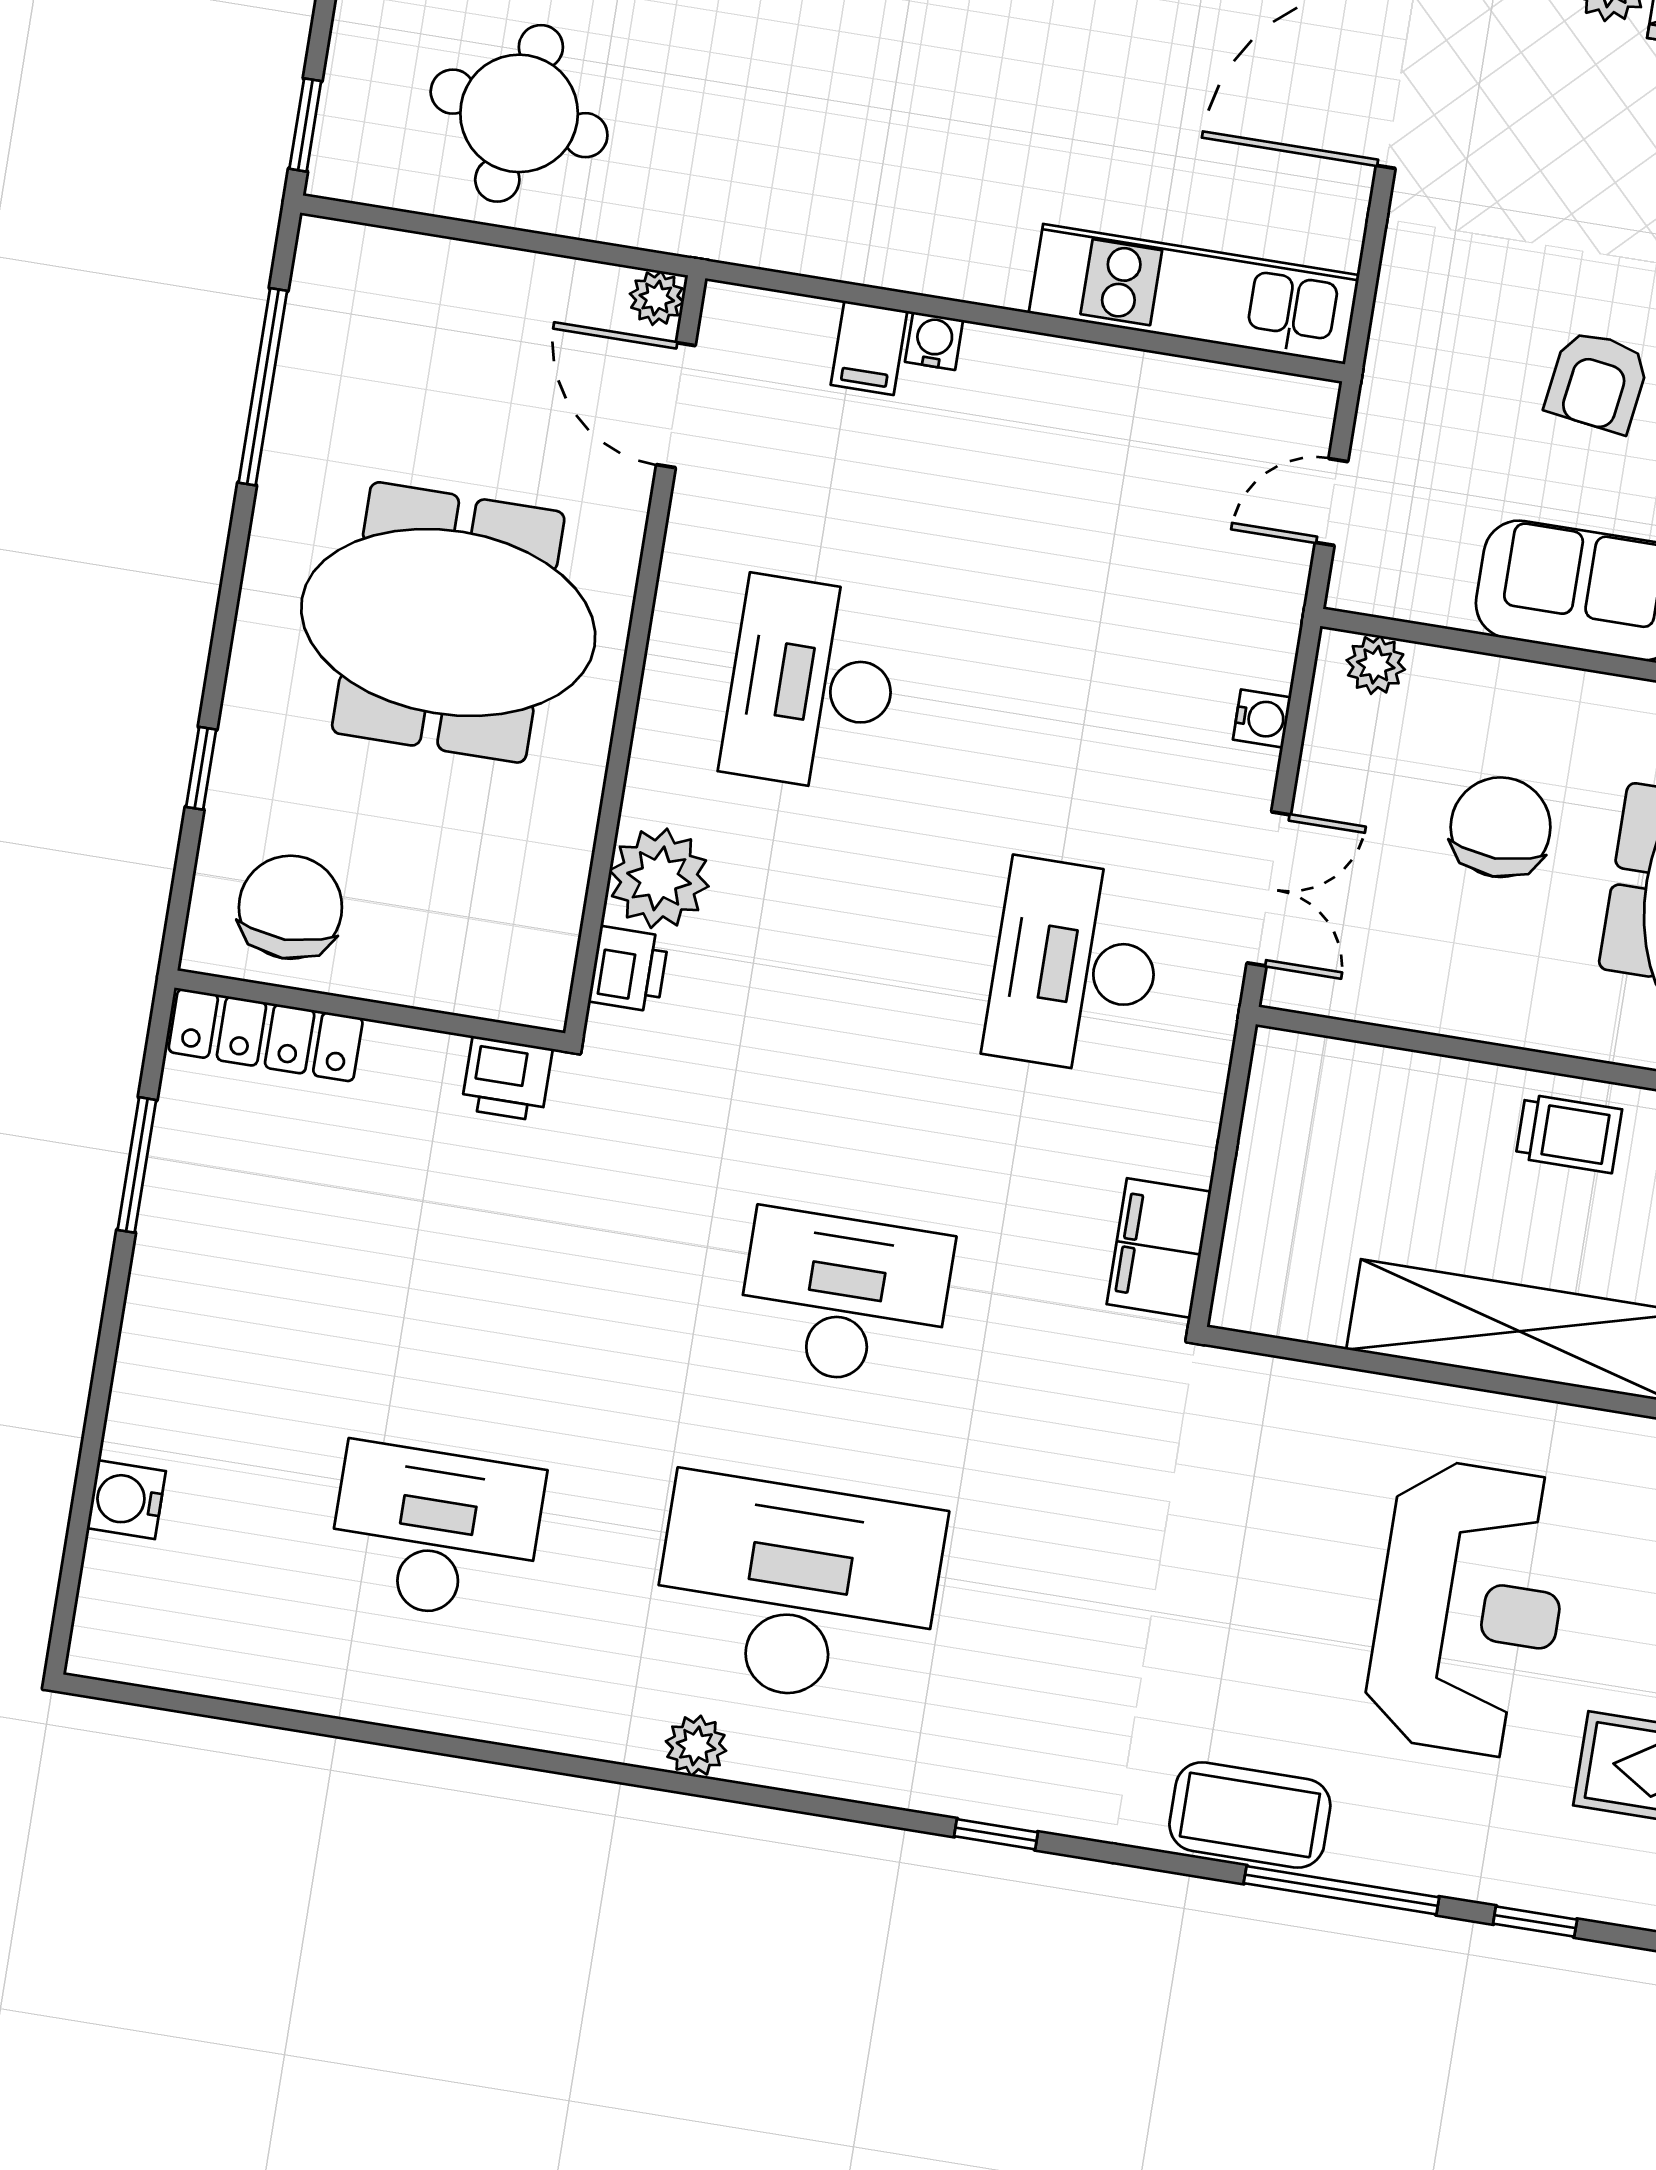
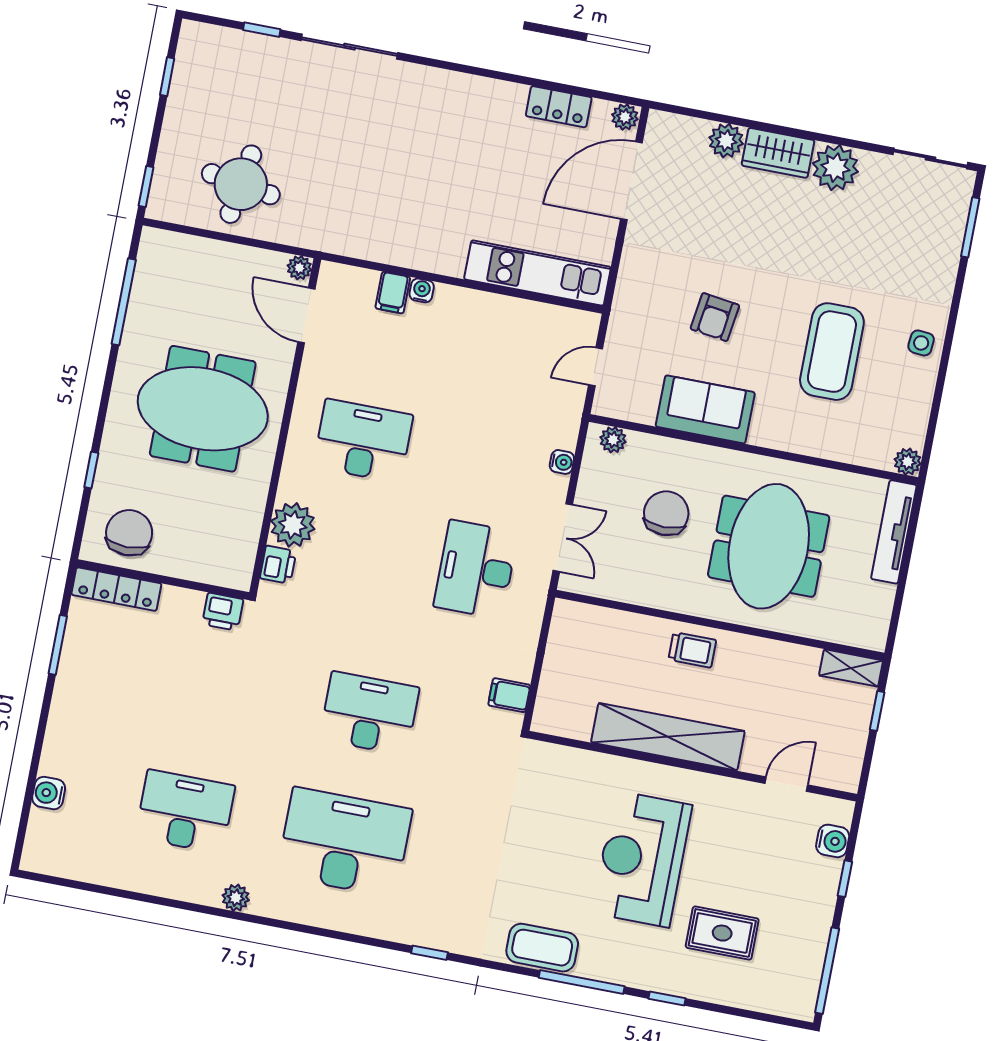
desk: (812, 684) -> (363, 441), turned 90
filing cabinet: (1159, 1248) -> (509, 695), width x0.50
reception desk: (1469, 1609) -> (642, 859), turned 180
plant: (696, 1746) -> (236, 898), moved

